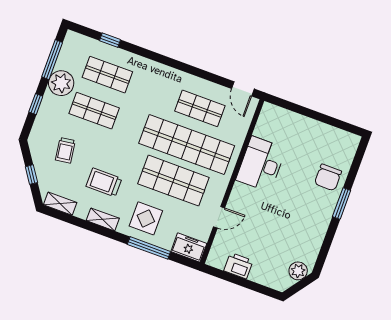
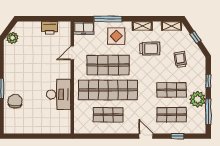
door: (243, 89) -> (146, 136), moved

